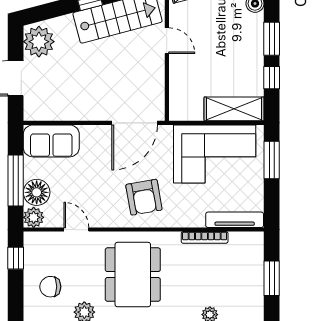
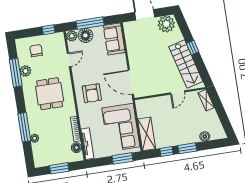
armchair: (144, 197) -> (92, 93), turned -80
floor lamp: (239, 241) -> (77, 148), added
dining table: (133, 275) -> (50, 94), width x0.73

